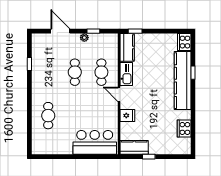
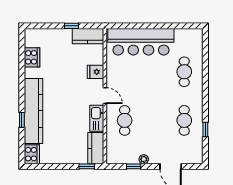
cafe table: (75, 72) -> (184, 120), moved
bar counter: (95, 142) -> (141, 42), width x1.36

